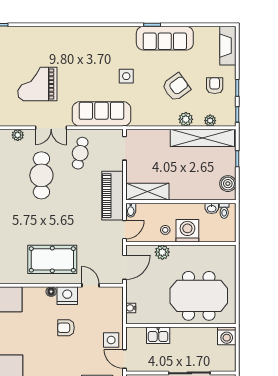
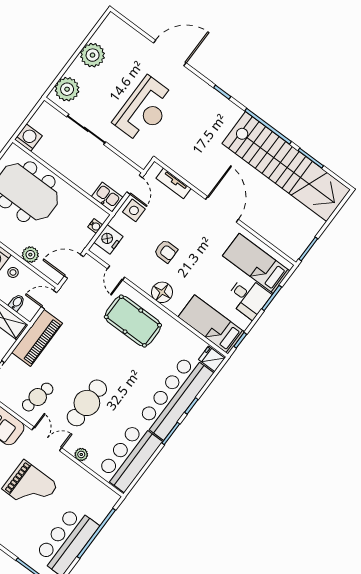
bidet: (131, 210) -> (17, 303), moved
floor lamp: (51, 292) -> (162, 292), width x1.89, depth x1.89
nightstand: (67, 296) -> (108, 239), moved, turned 90
kitchen sink: (158, 335) -> (107, 197), moved

